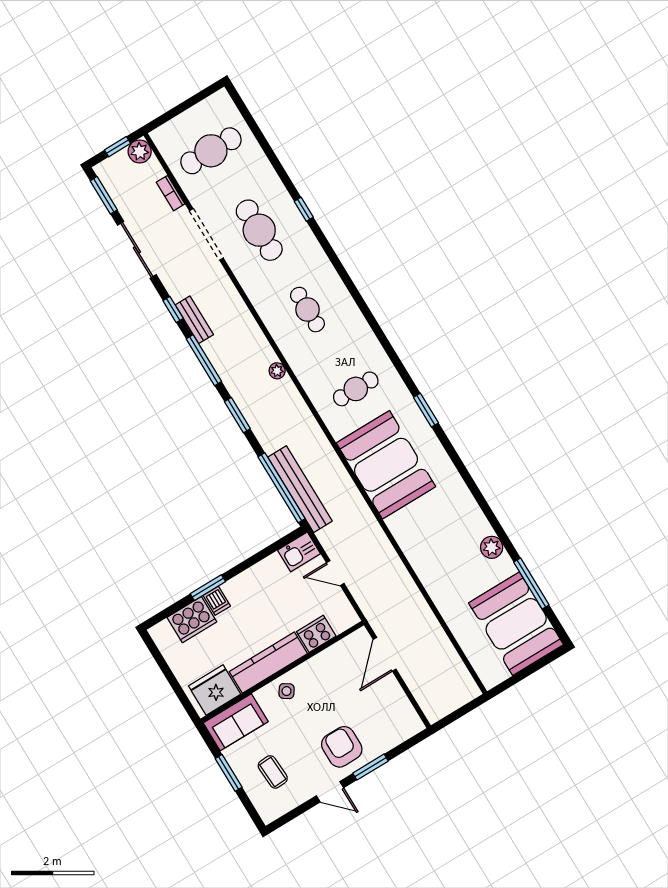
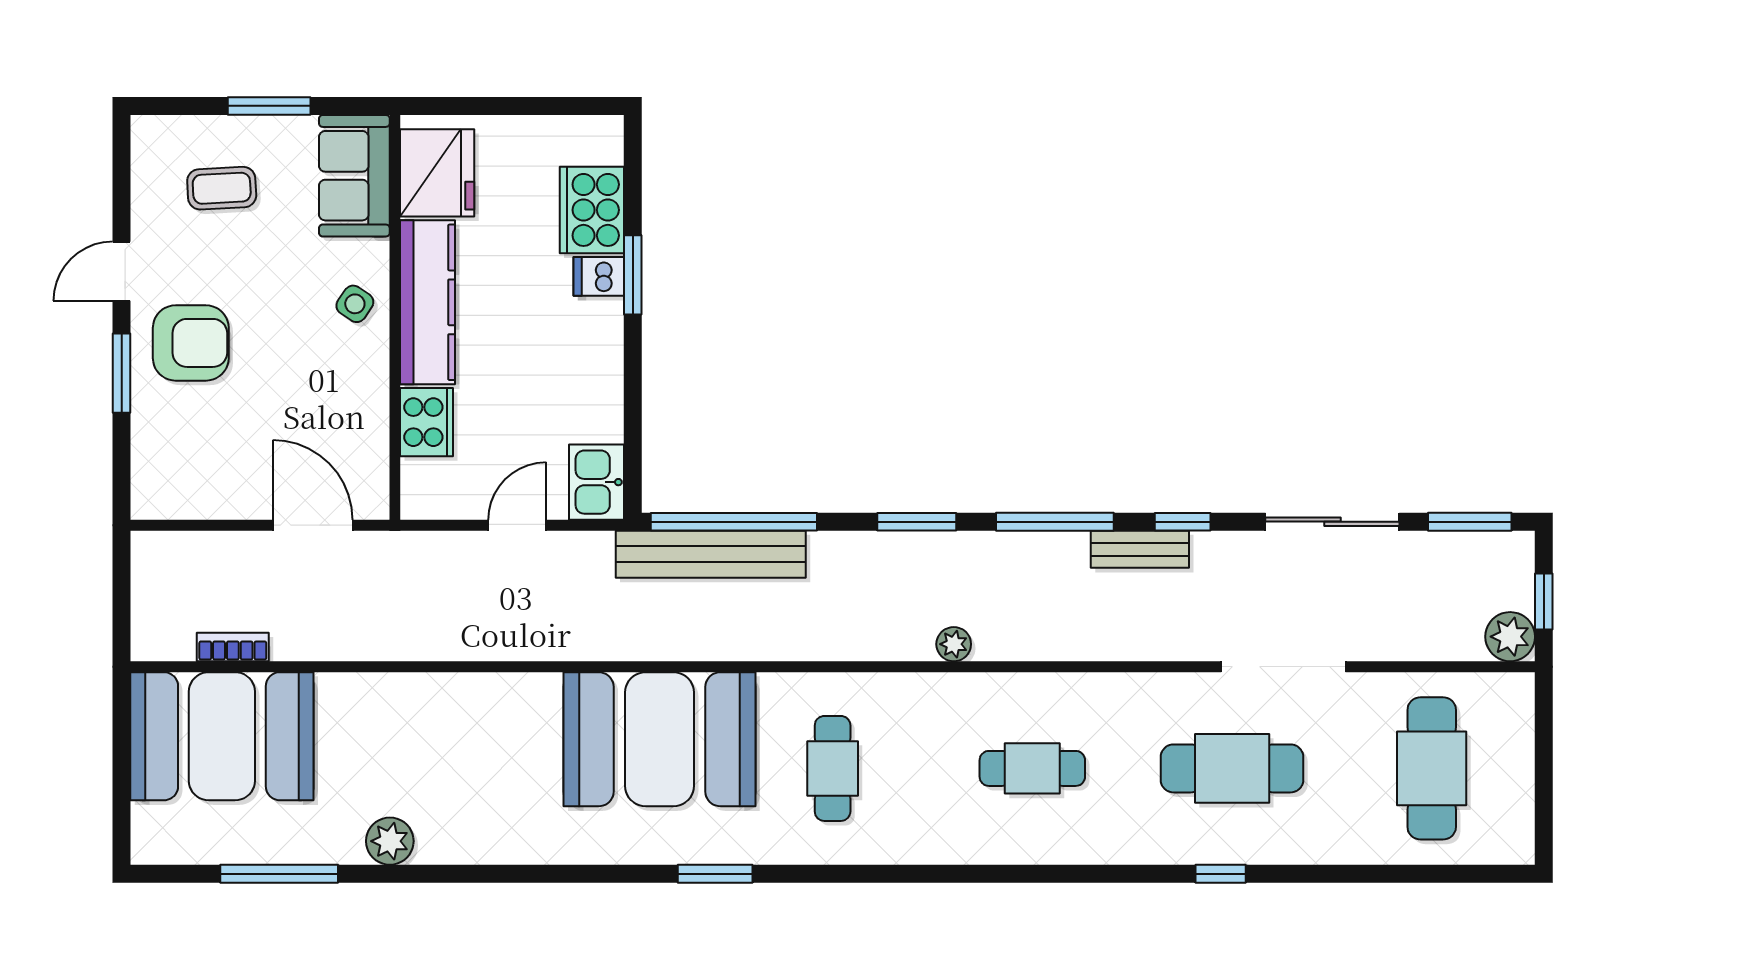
bookcase: (171, 193) -> (233, 647), moved
booth: (516, 624) -> (222, 736), moved

